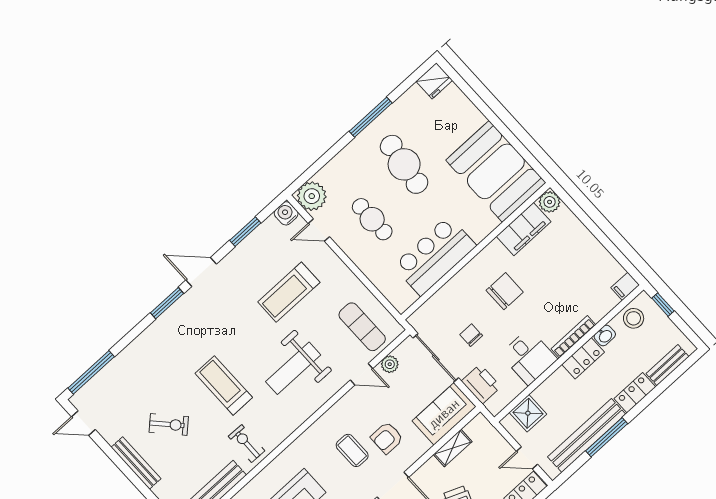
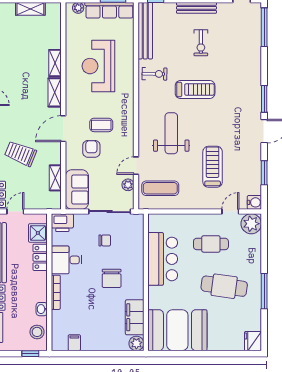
filing cabinet: (625, 286) -> (74, 343), moved
locker: (583, 358) -> (40, 257), moved
printer: (481, 384) -> (62, 223), moved
exercise bike: (169, 424) -> (201, 43), turned -47

